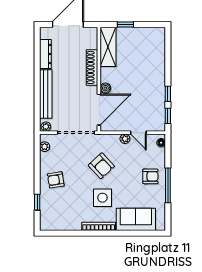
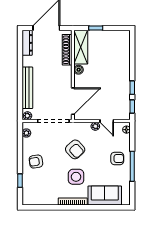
dresser: (45, 54) -> (27, 43), moved
shoe rack: (92, 67) -> (67, 50), moved
boiler: (105, 88) -> (79, 70), moved

